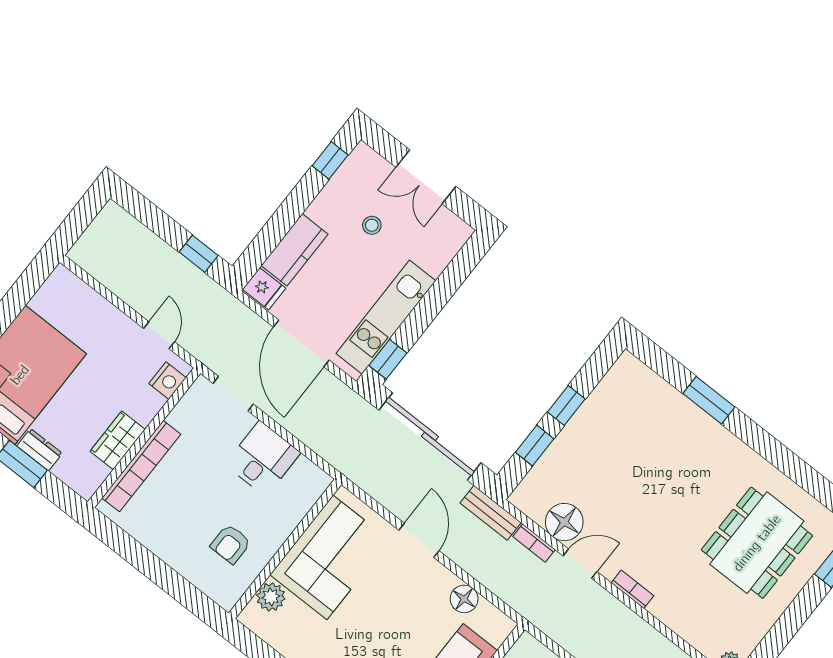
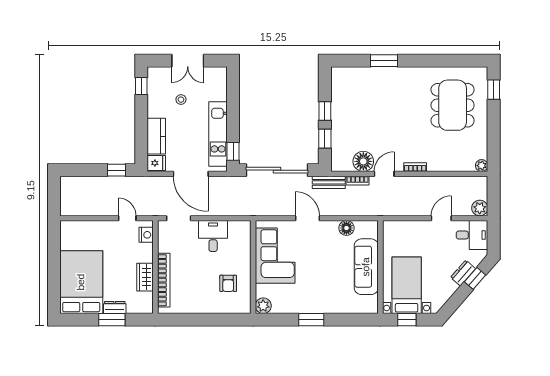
plant: (271, 597) -> (263, 306), moved

